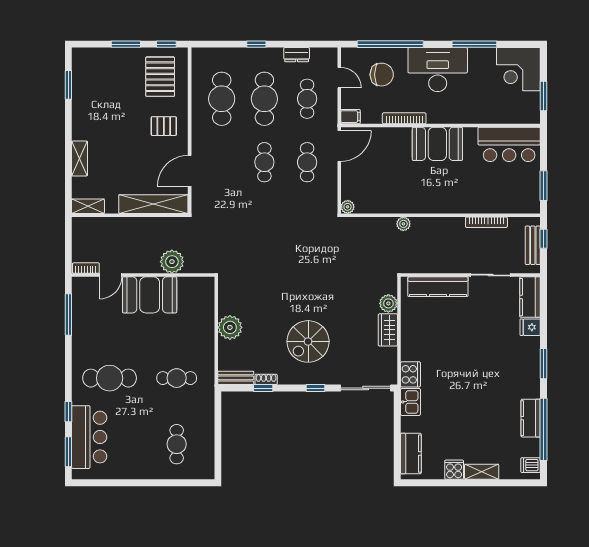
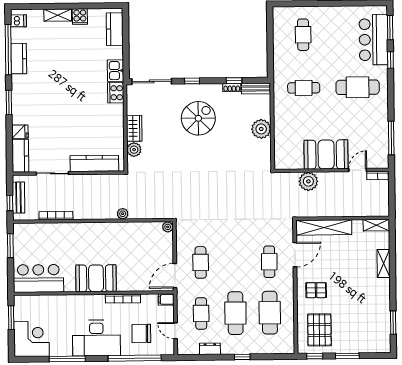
cafe table: (264, 162) -> (269, 262), moved

